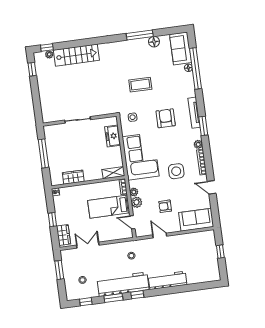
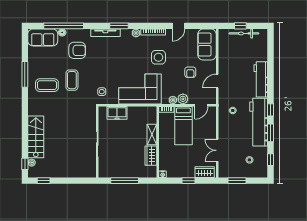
floor lamp: (154, 42) -> (33, 62), removed
coffee table: (132, 59) -> (47, 85), added
armchair: (166, 118) -> (77, 50), moved, turned 180
shelving: (113, 173) -> (152, 135), moved
bicycle: (213, 256) -> (244, 33), added

